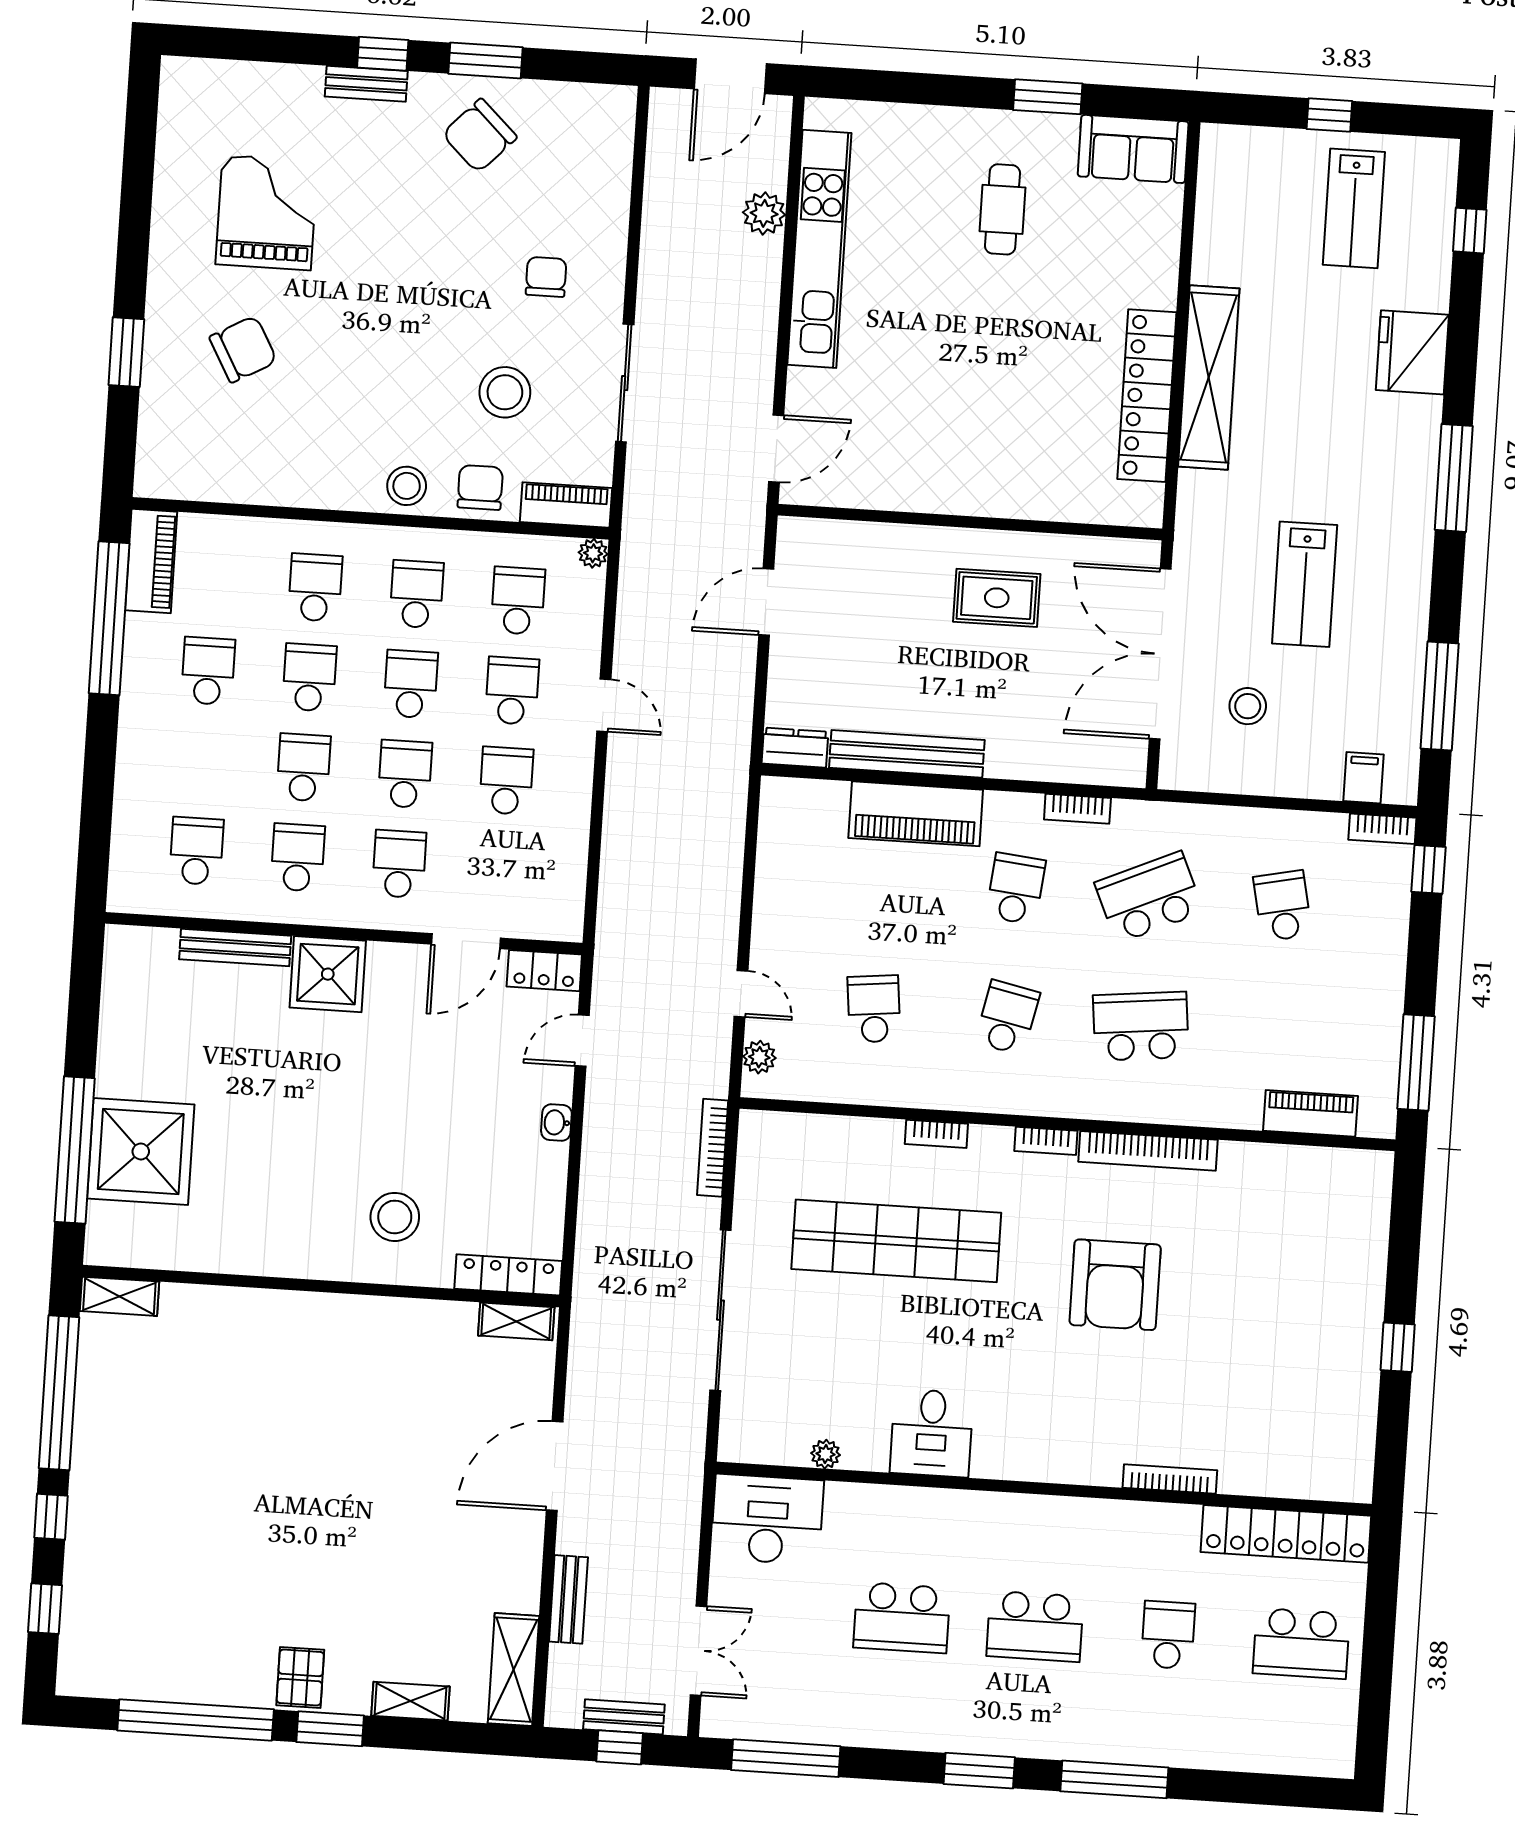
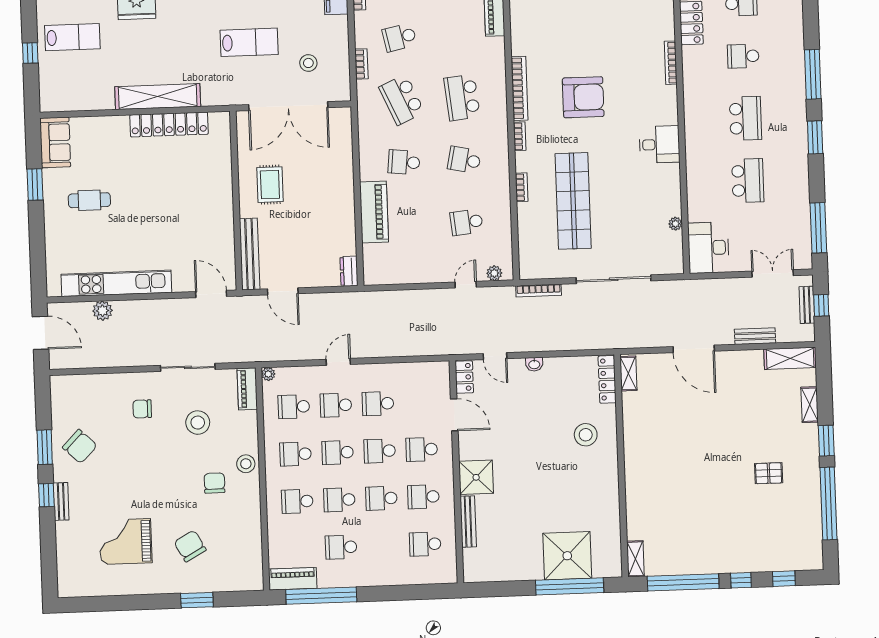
chair: (480, 487) -> (214, 483), moved, turned 90
bench: (907, 754) -> (250, 254), moved
bookcase: (1077, 809) -> (361, 64), moved
desk: (932, 1433) -> (659, 144), moved
pallet: (300, 1677) -> (769, 473), moved

